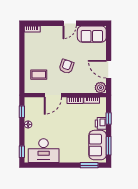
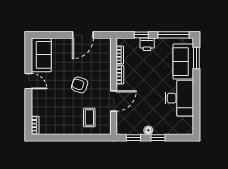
plant: (101, 88) -> (105, 44), removed
door: (53, 95) -> (114, 101), hinge flipped
sofa: (98, 145) -> (183, 62), moved, turned 90
window: (109, 146) -> (173, 35), width x1.44
desk: (44, 151) -> (179, 98), moved
window: (22, 152) -> (158, 138), moved

